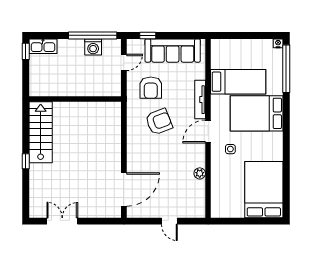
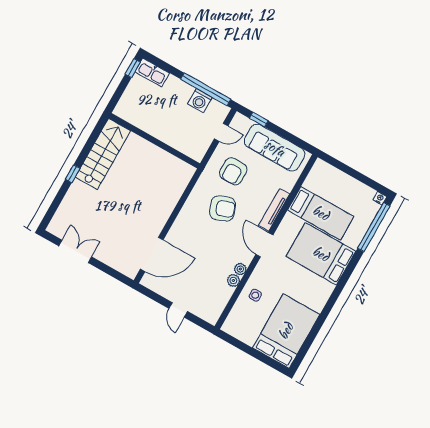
door: (208, 131) -> (264, 245), hinge flipped
side table: (230, 149) -> (255, 295), moved
plant: (200, 161) -> (240, 269), added

